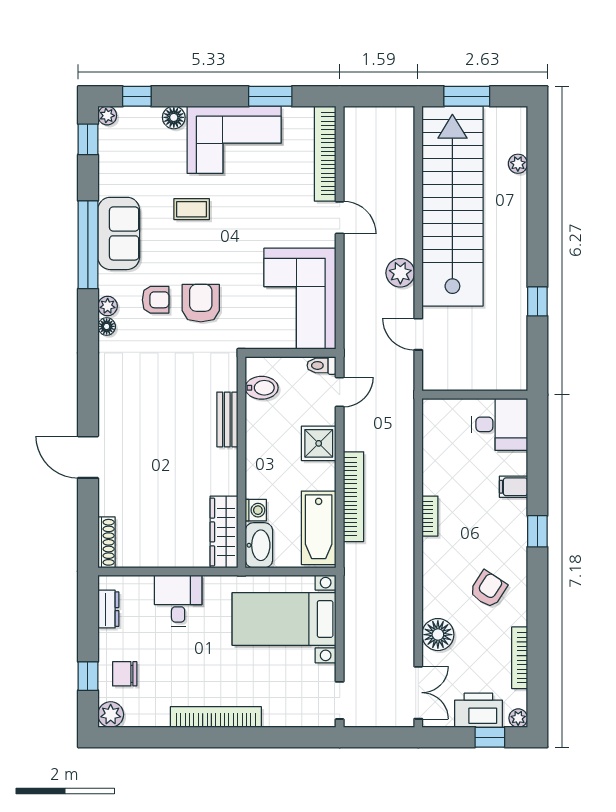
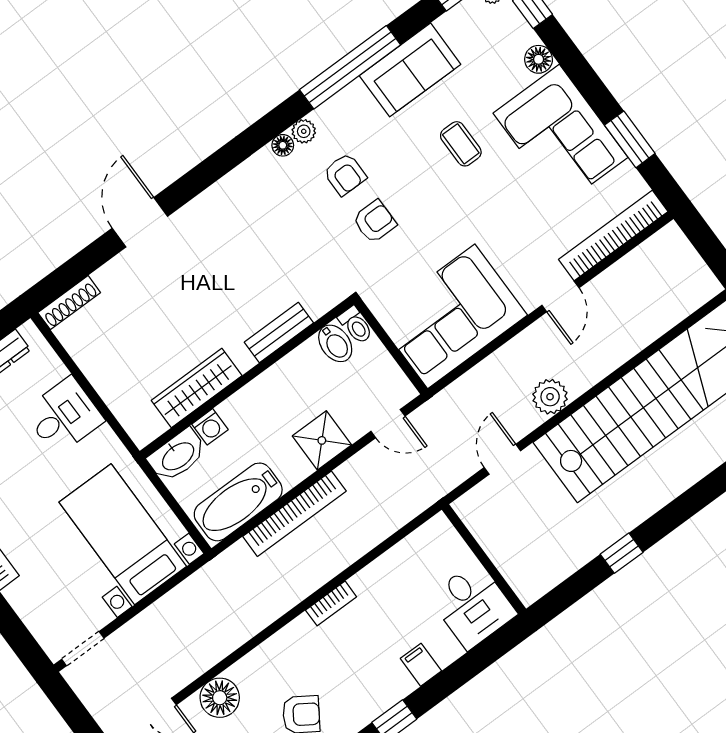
sofa: (119, 233) -> (410, 70), moved
armchair: (201, 303) -> (375, 221), width x0.72, depth x0.72
toilet: (322, 365) -> (356, 325), moved, turned 180
wardrobe: (224, 532) -> (197, 388), moved

